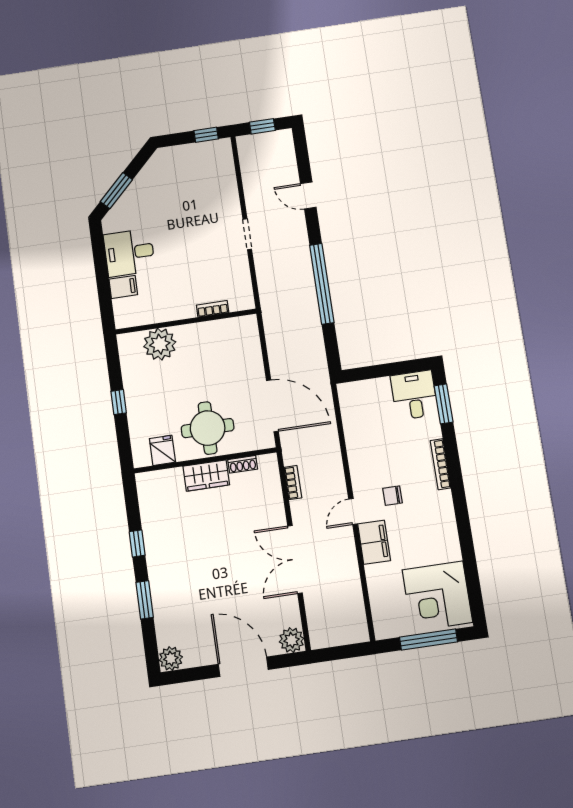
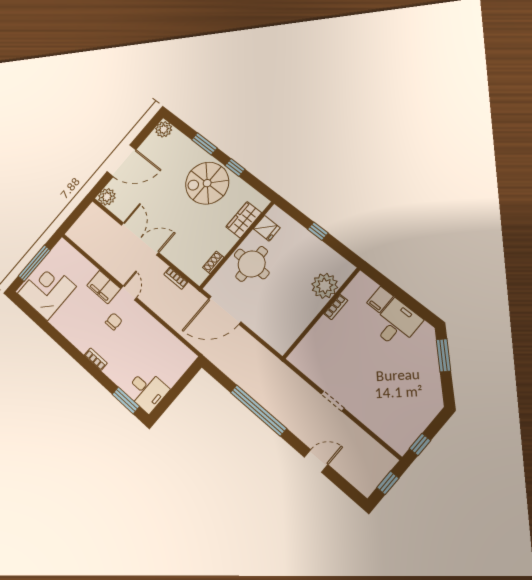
bookcase: (213, 309) -> (336, 307), moved
bookcase: (441, 464) -> (96, 359), width x0.64
wardrobe: (206, 476) -> (244, 220), moved
spiral stairs: (178, 554) -> (207, 183), added

